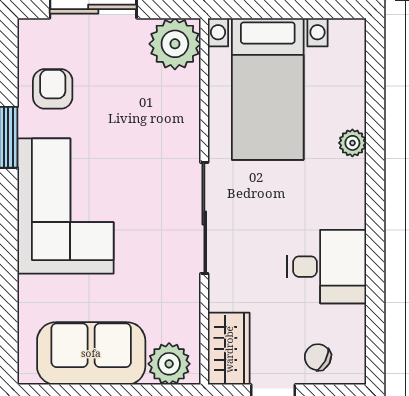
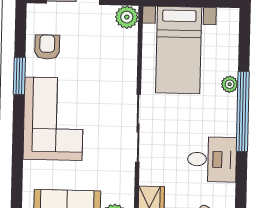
plant: (175, 44) -> (127, 17), width x0.73, depth x0.73
window: (375, 187) -> (243, 112), added

